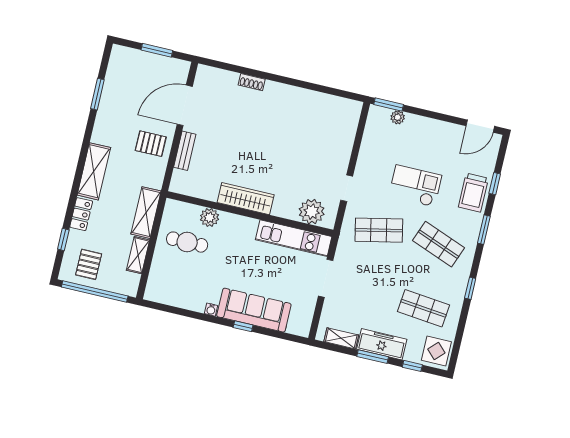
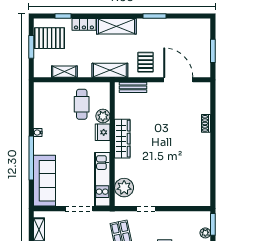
window: (97, 94) -> (155, 16), moved
bench: (185, 151) -> (133, 87), moved
shelving: (146, 213) -> (110, 70), moved
fridge: (231, 223) -> (103, 132), added
pallet: (89, 264) -> (50, 38), width x1.50, depth x1.42
window: (95, 291) -> (31, 47), width x0.47
sofa: (254, 310) -> (45, 181), moved
window: (243, 326) -> (31, 158), width x3.17

